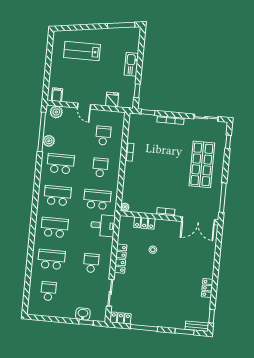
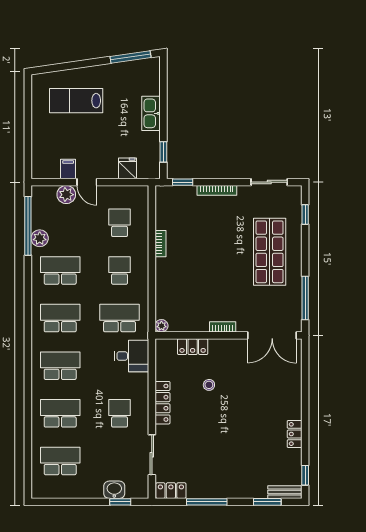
filing cabinet: (57, 95) -> (68, 169), moved
plant: (56, 112) -> (66, 195), moved
school desk: (48, 291) -> (60, 461), width x1.85

